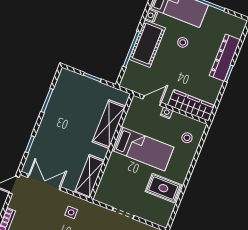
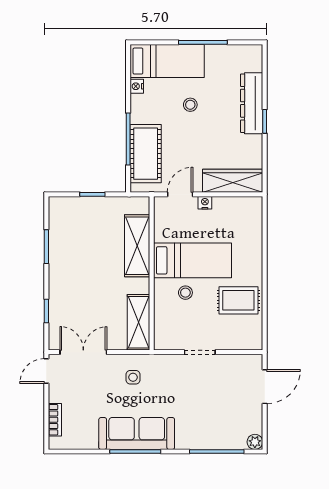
cot: (147, 44) -> (146, 154), moved
stool: (187, 138) -> (185, 293), moved

